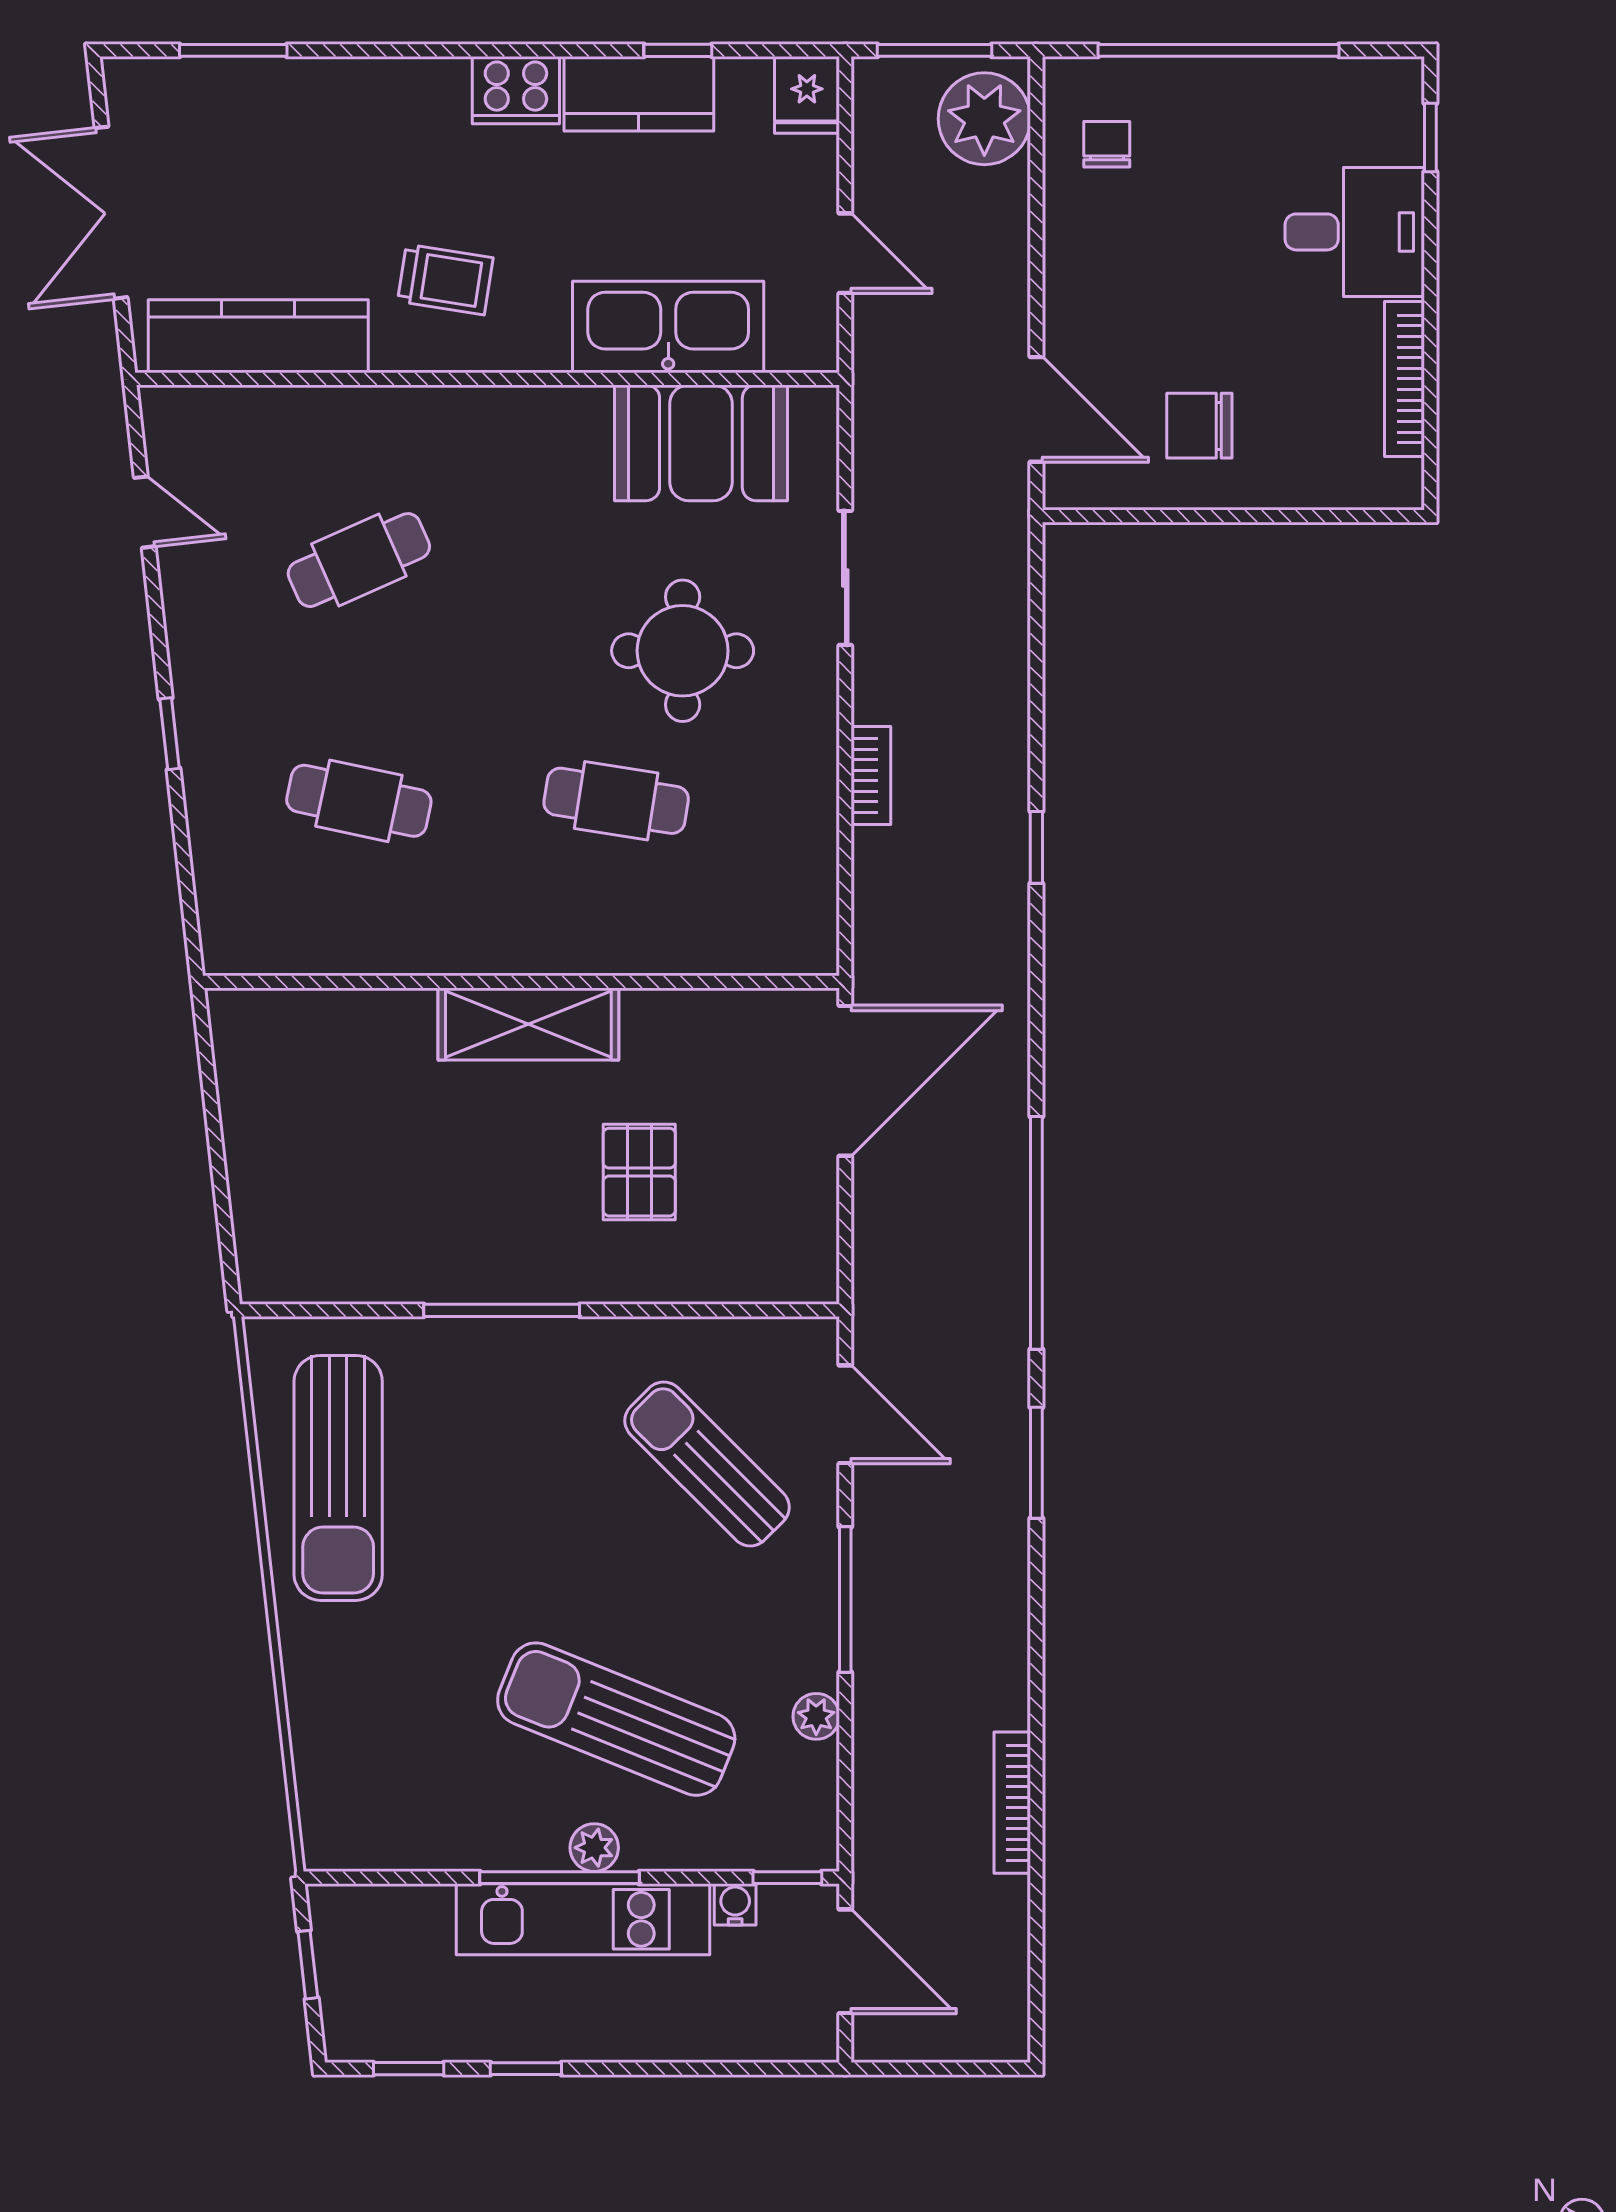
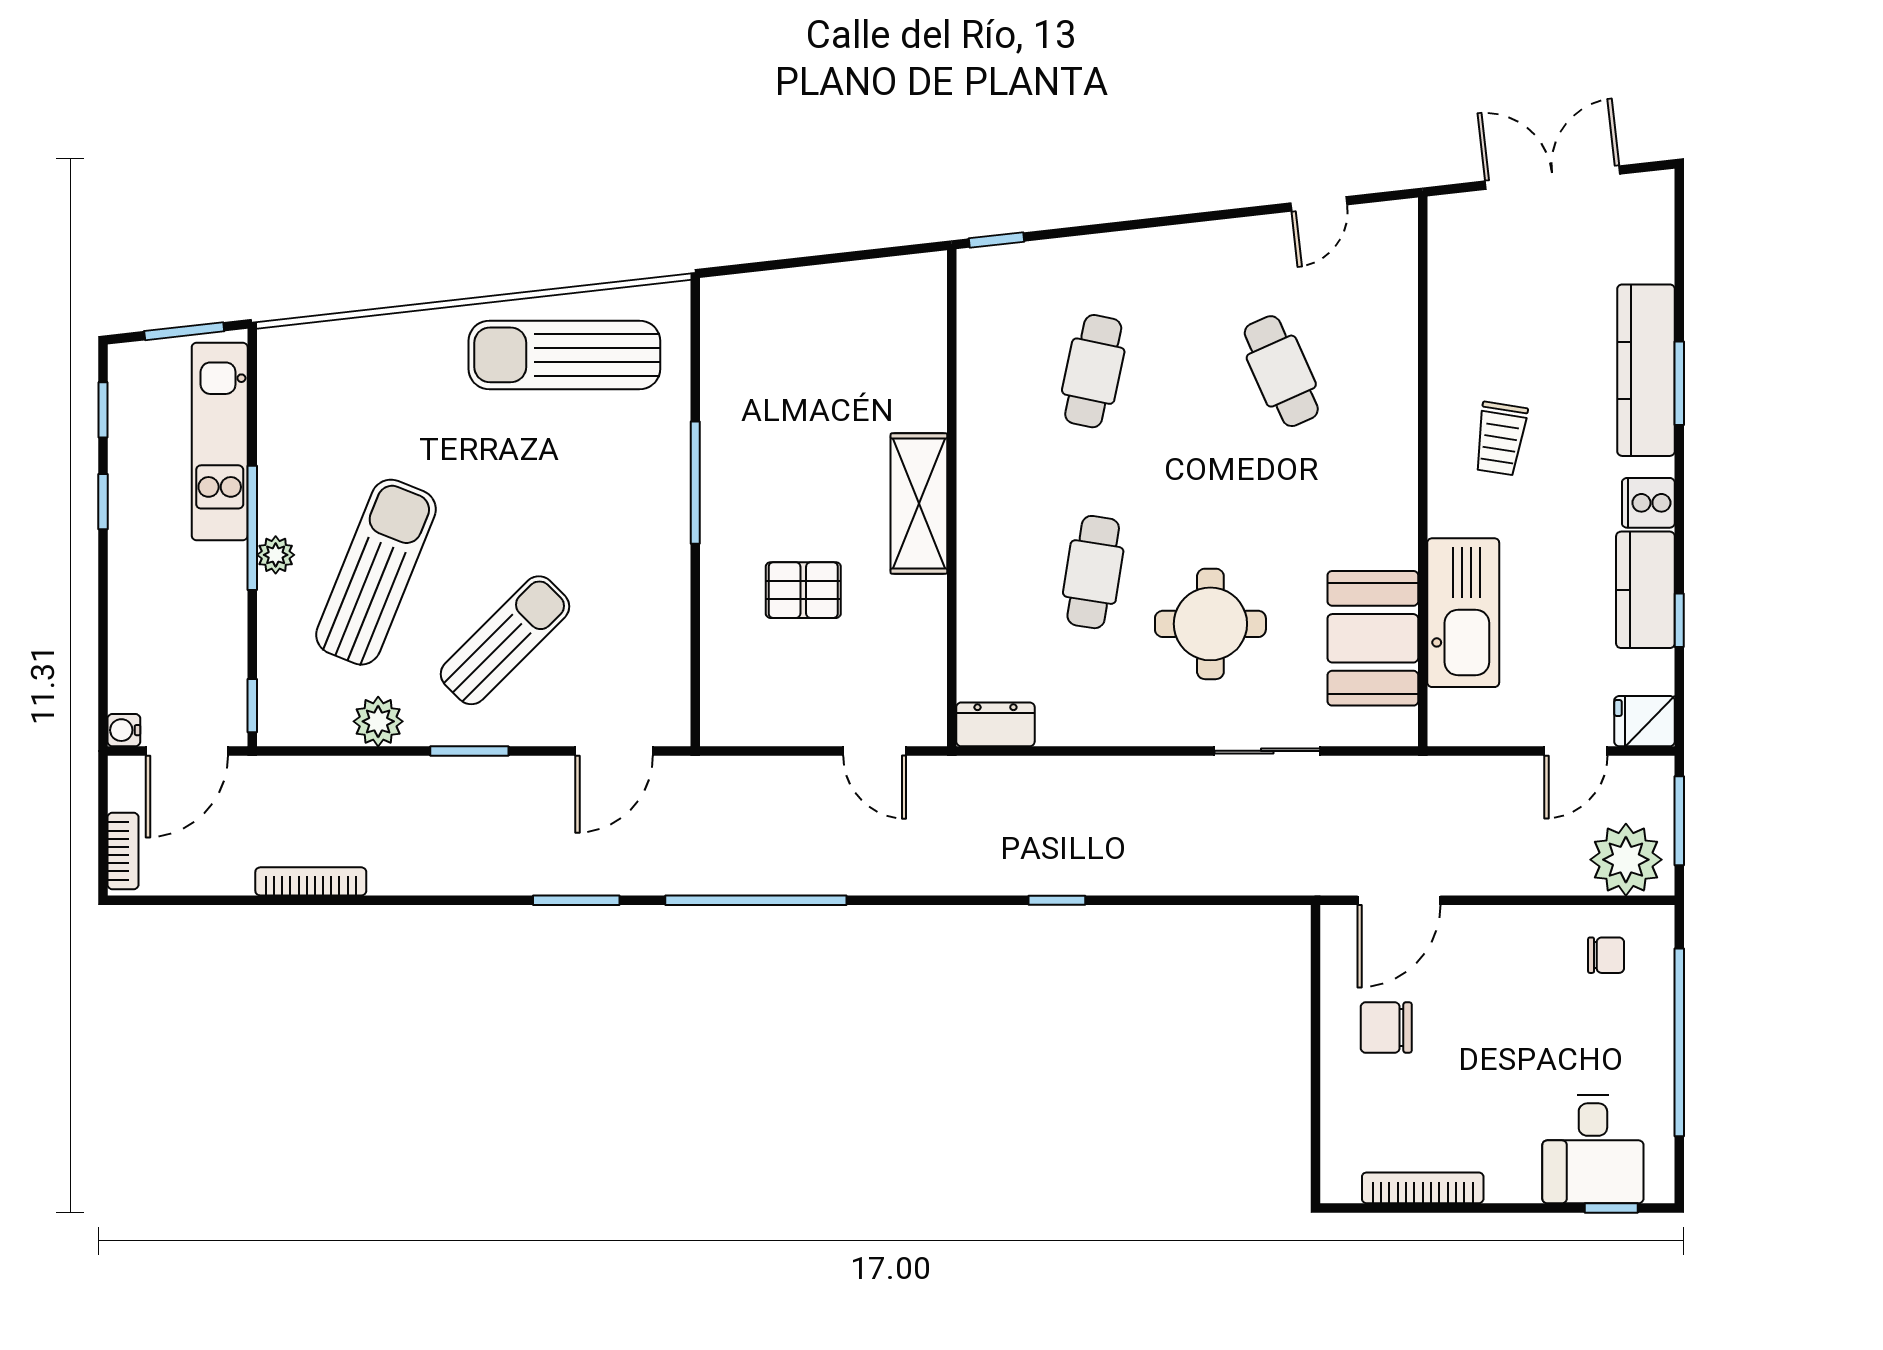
window: (233, 50) -> (1679, 383), moved
cooker: (516, 90) -> (1648, 503), width x0.73
desk: (1355, 232) -> (1593, 1149), moved
door: (845, 253) -> (1576, 751), moved
kitchen counter: (258, 336) -> (1646, 370), moved, turned 180
chair: (1199, 426) -> (1386, 1028), turned -90
window: (170, 734) -> (996, 240), moved
bookcase: (871, 776) -> (123, 851), moved, turned -90
dresser: (811, 926) -> (995, 724), added
door: (845, 1081) -> (875, 751), width x0.53
sun lounger: (707, 1464) -> (505, 640), moved
window: (845, 1600) -> (469, 751), width x0.69
plant: (816, 1716) -> (378, 721), width x1.38, depth x1.38
water cooler: (735, 1904) -> (124, 730), moved, turned 180
kitchen unit: (583, 1919) -> (220, 441), moved
window: (308, 1965) -> (184, 331), width x1.50

